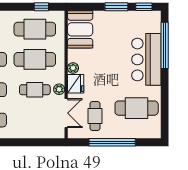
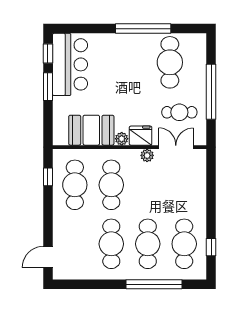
booth: (80, 29) -> (91, 130), moved
window: (165, 45) -> (143, 29), moved
bar counter: (146, 59) -> (70, 64), moved, turned -90
cafe table: (35, 90) -> (148, 185), removed

